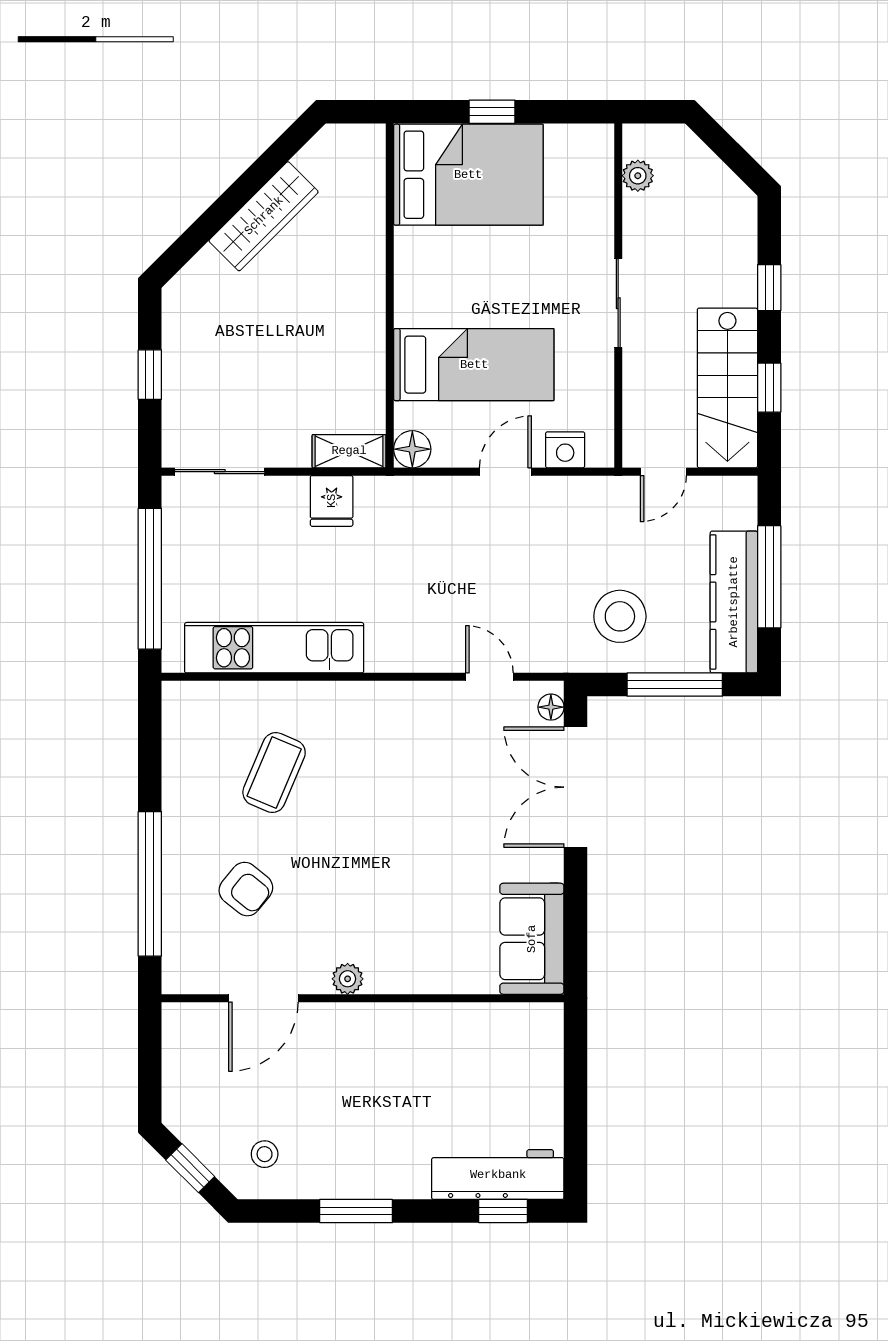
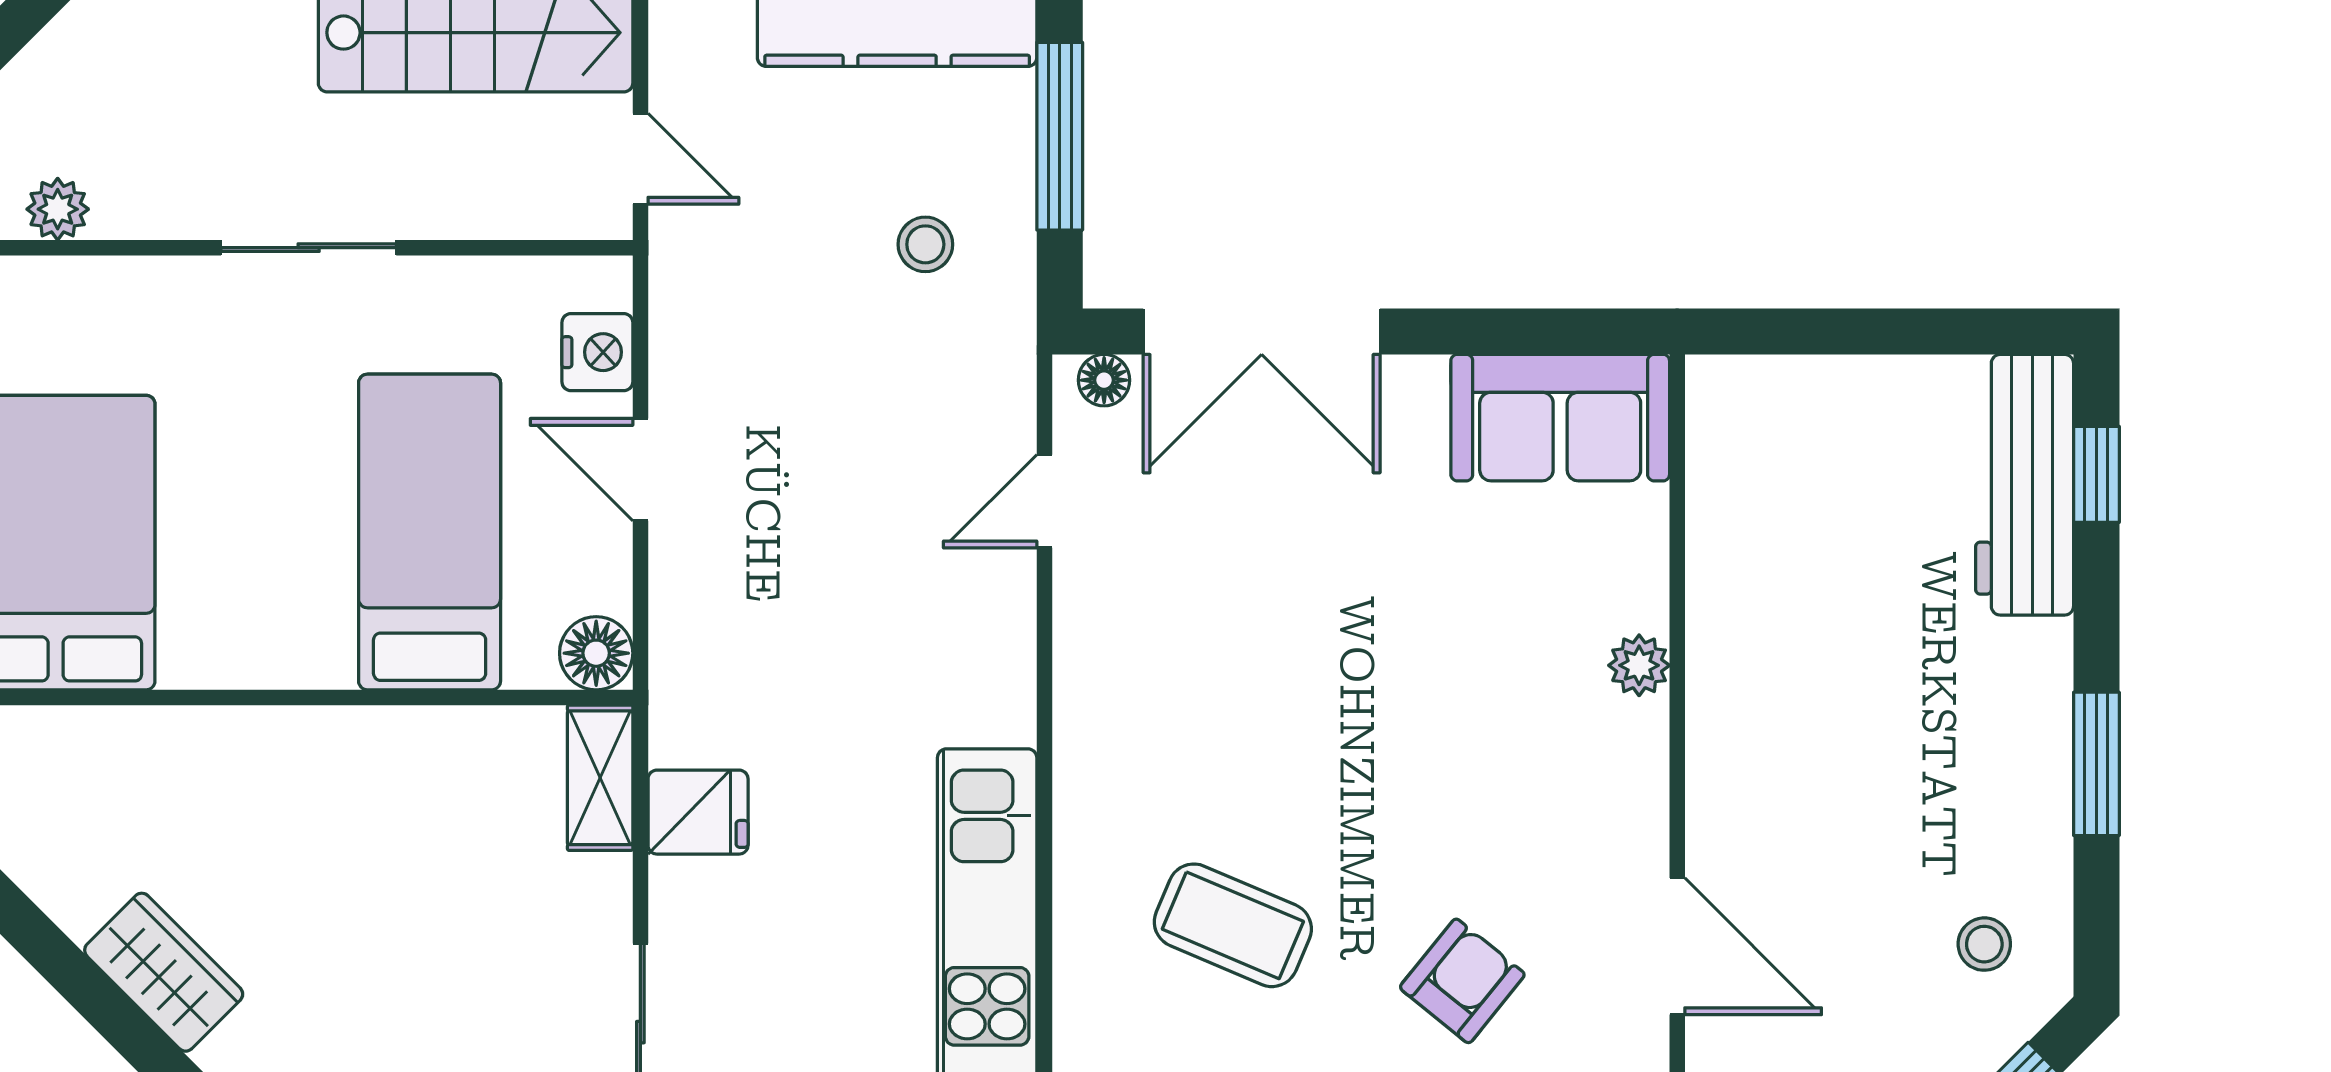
wardrobe: (264, 216) -> (164, 972), width x0.67
stool: (620, 616) -> (925, 244), width x0.53, depth x0.53
plant: (348, 979) -> (1639, 665), moved

